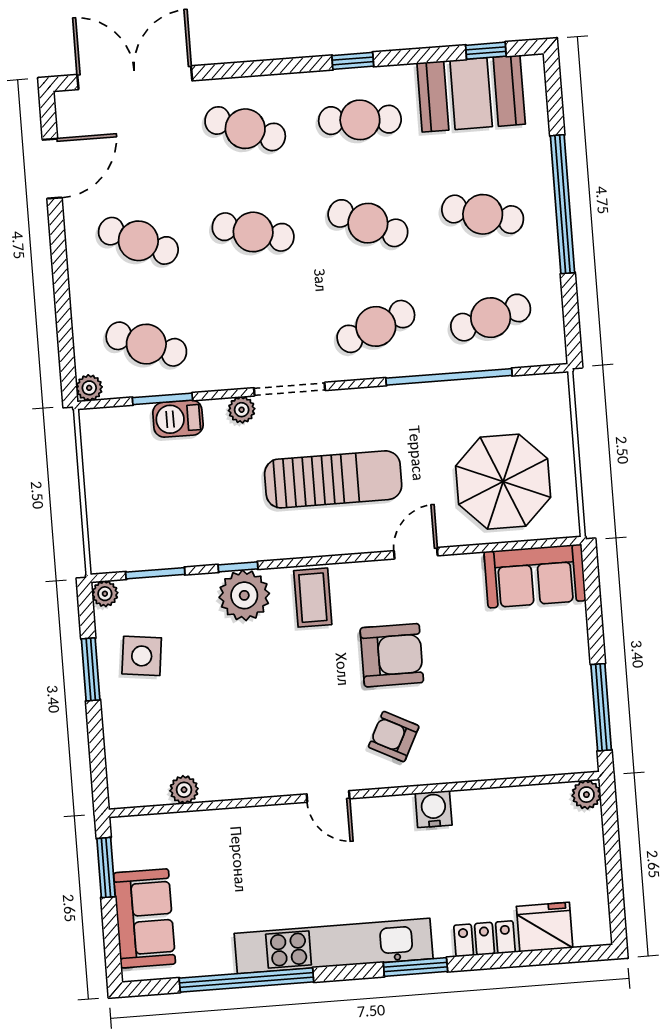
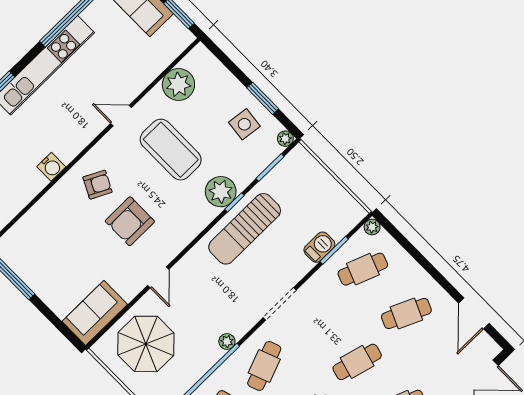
plant: (242, 410) -> (227, 341), moved
sun lounger: (333, 479) -> (245, 229), moved
coffee table: (313, 598) -> (171, 150), moved, width x1.86, depth x1.72
plant: (184, 790) -> (178, 85), width x1.88, depth x1.88
door: (328, 796) -> (121, 116), moved

